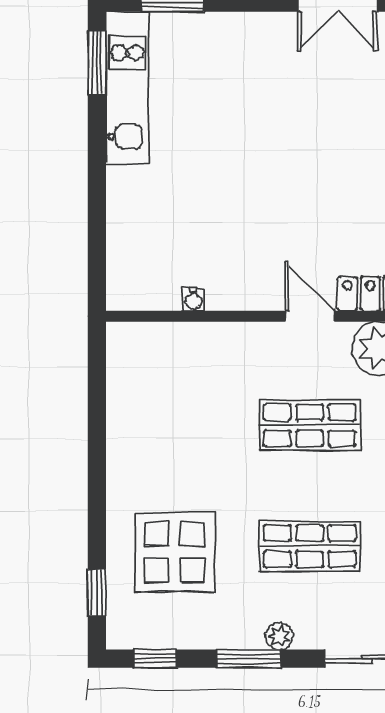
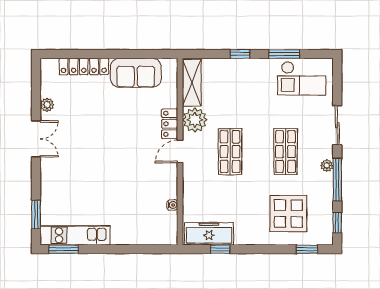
freezer: (131, 379) -> (209, 234), added
window: (97, 404) -> (220, 249), added
window: (248, 659) -> (337, 180), width x1.44

